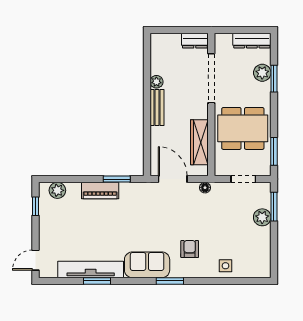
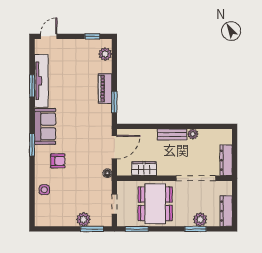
dresser: (195, 41) -> (226, 160), width x1.44
wardrobe: (199, 142) -> (144, 169), width x0.67
door: (36, 260) -> (49, 36), hinge flipped

